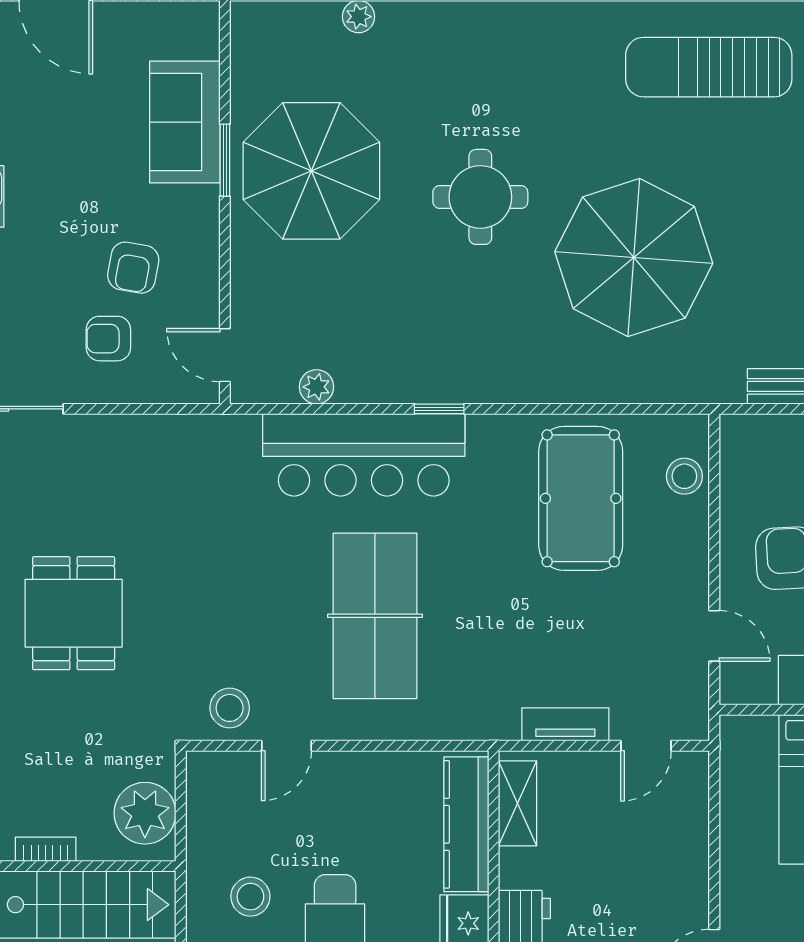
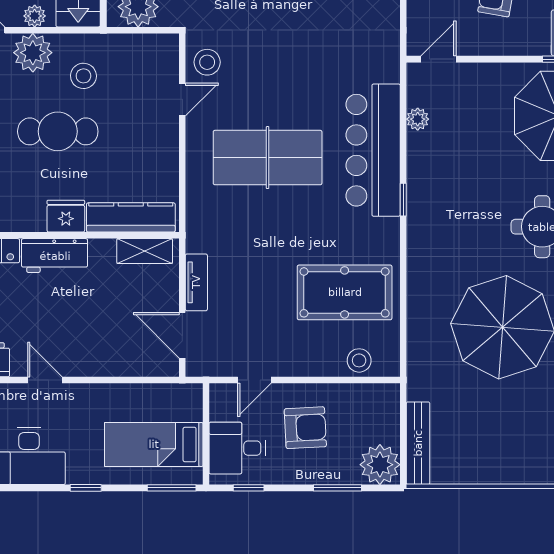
door: (287, 746) -> (182, 100), swing flipped
door: (646, 746) -> (182, 335), width x1.38

